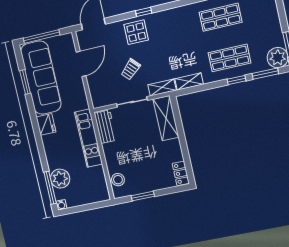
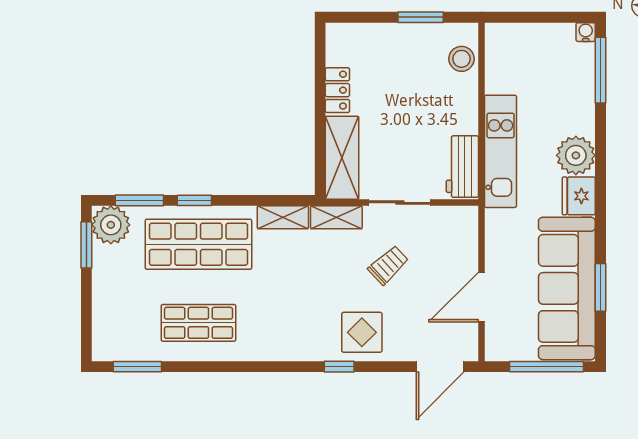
shop shelf: (229, 58) -> (198, 244), width x1.43, depth x1.36
locker: (181, 173) -> (337, 90), moved
plant: (60, 179) -> (576, 155), moved

